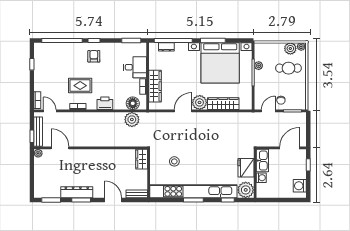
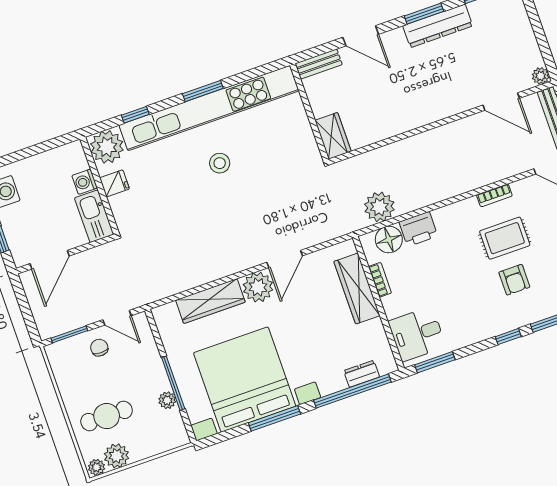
armchair: (94, 56) -> (514, 280), moved
desk: (135, 67) -> (417, 334), moved
printer: (105, 103) -> (418, 229), moved
door: (268, 111) -> (117, 318), hinge flipped
stool: (174, 161) -> (220, 163), moved
fridge: (246, 168) -> (114, 183), width x0.53, depth x0.75

